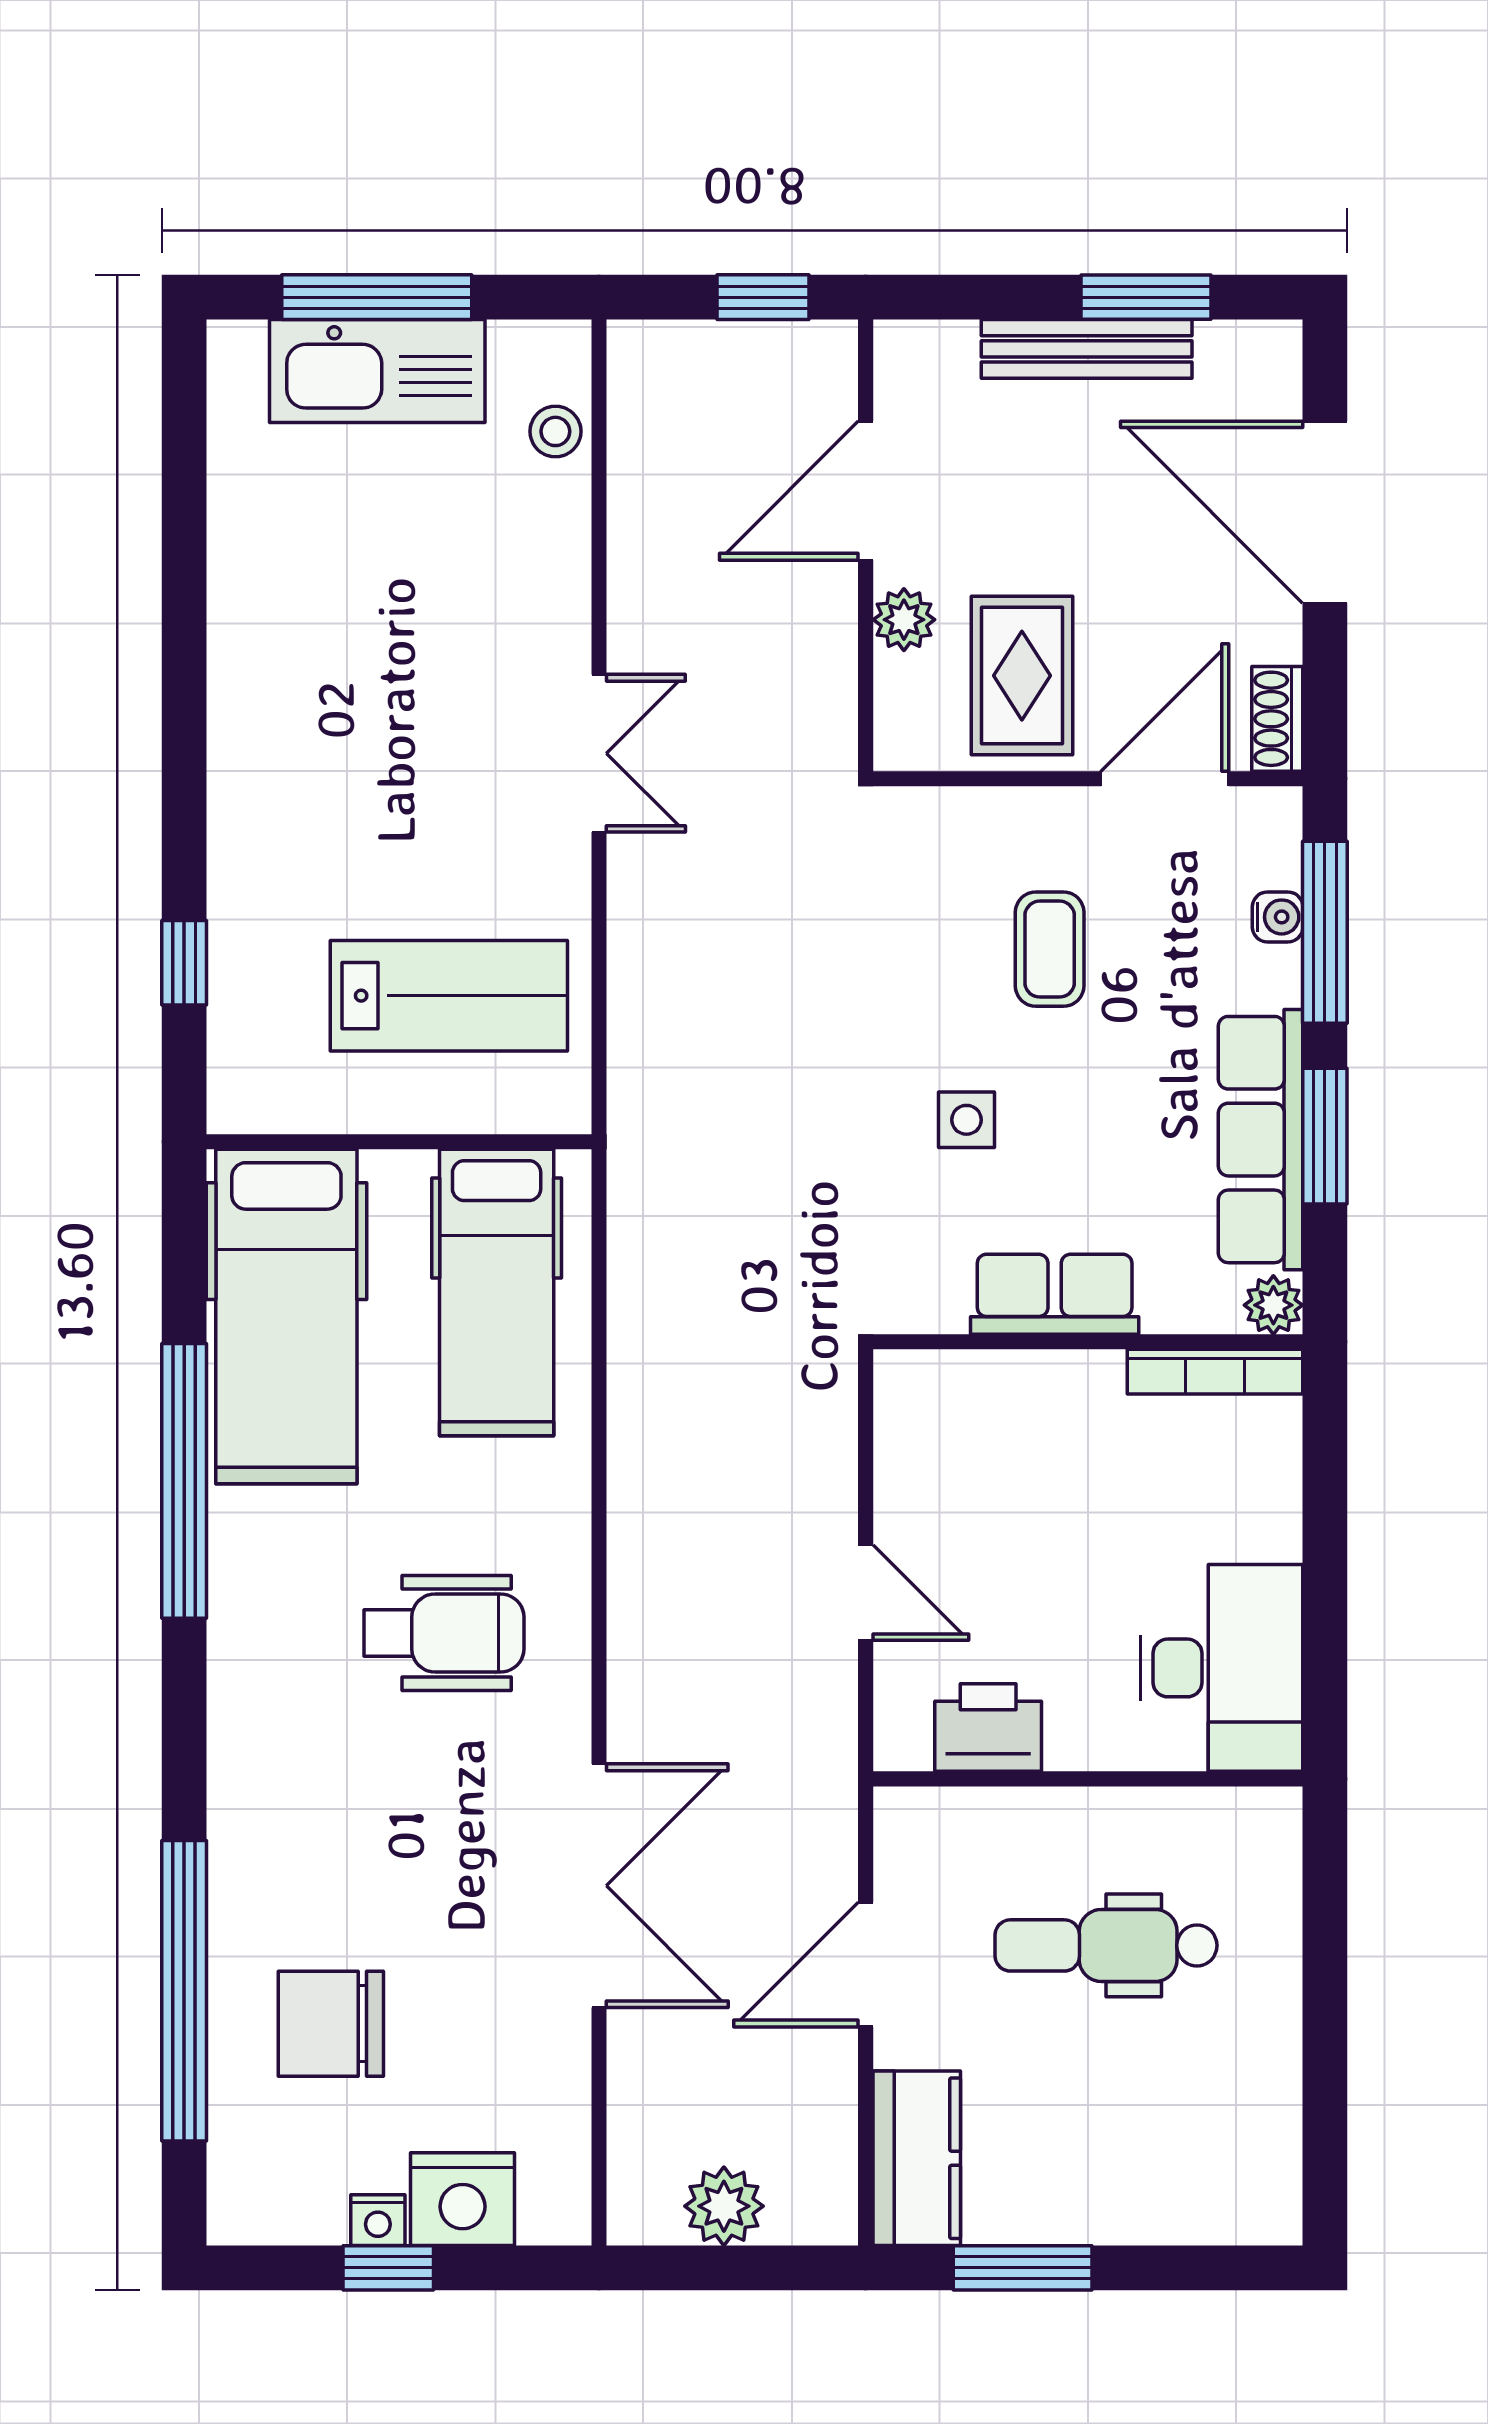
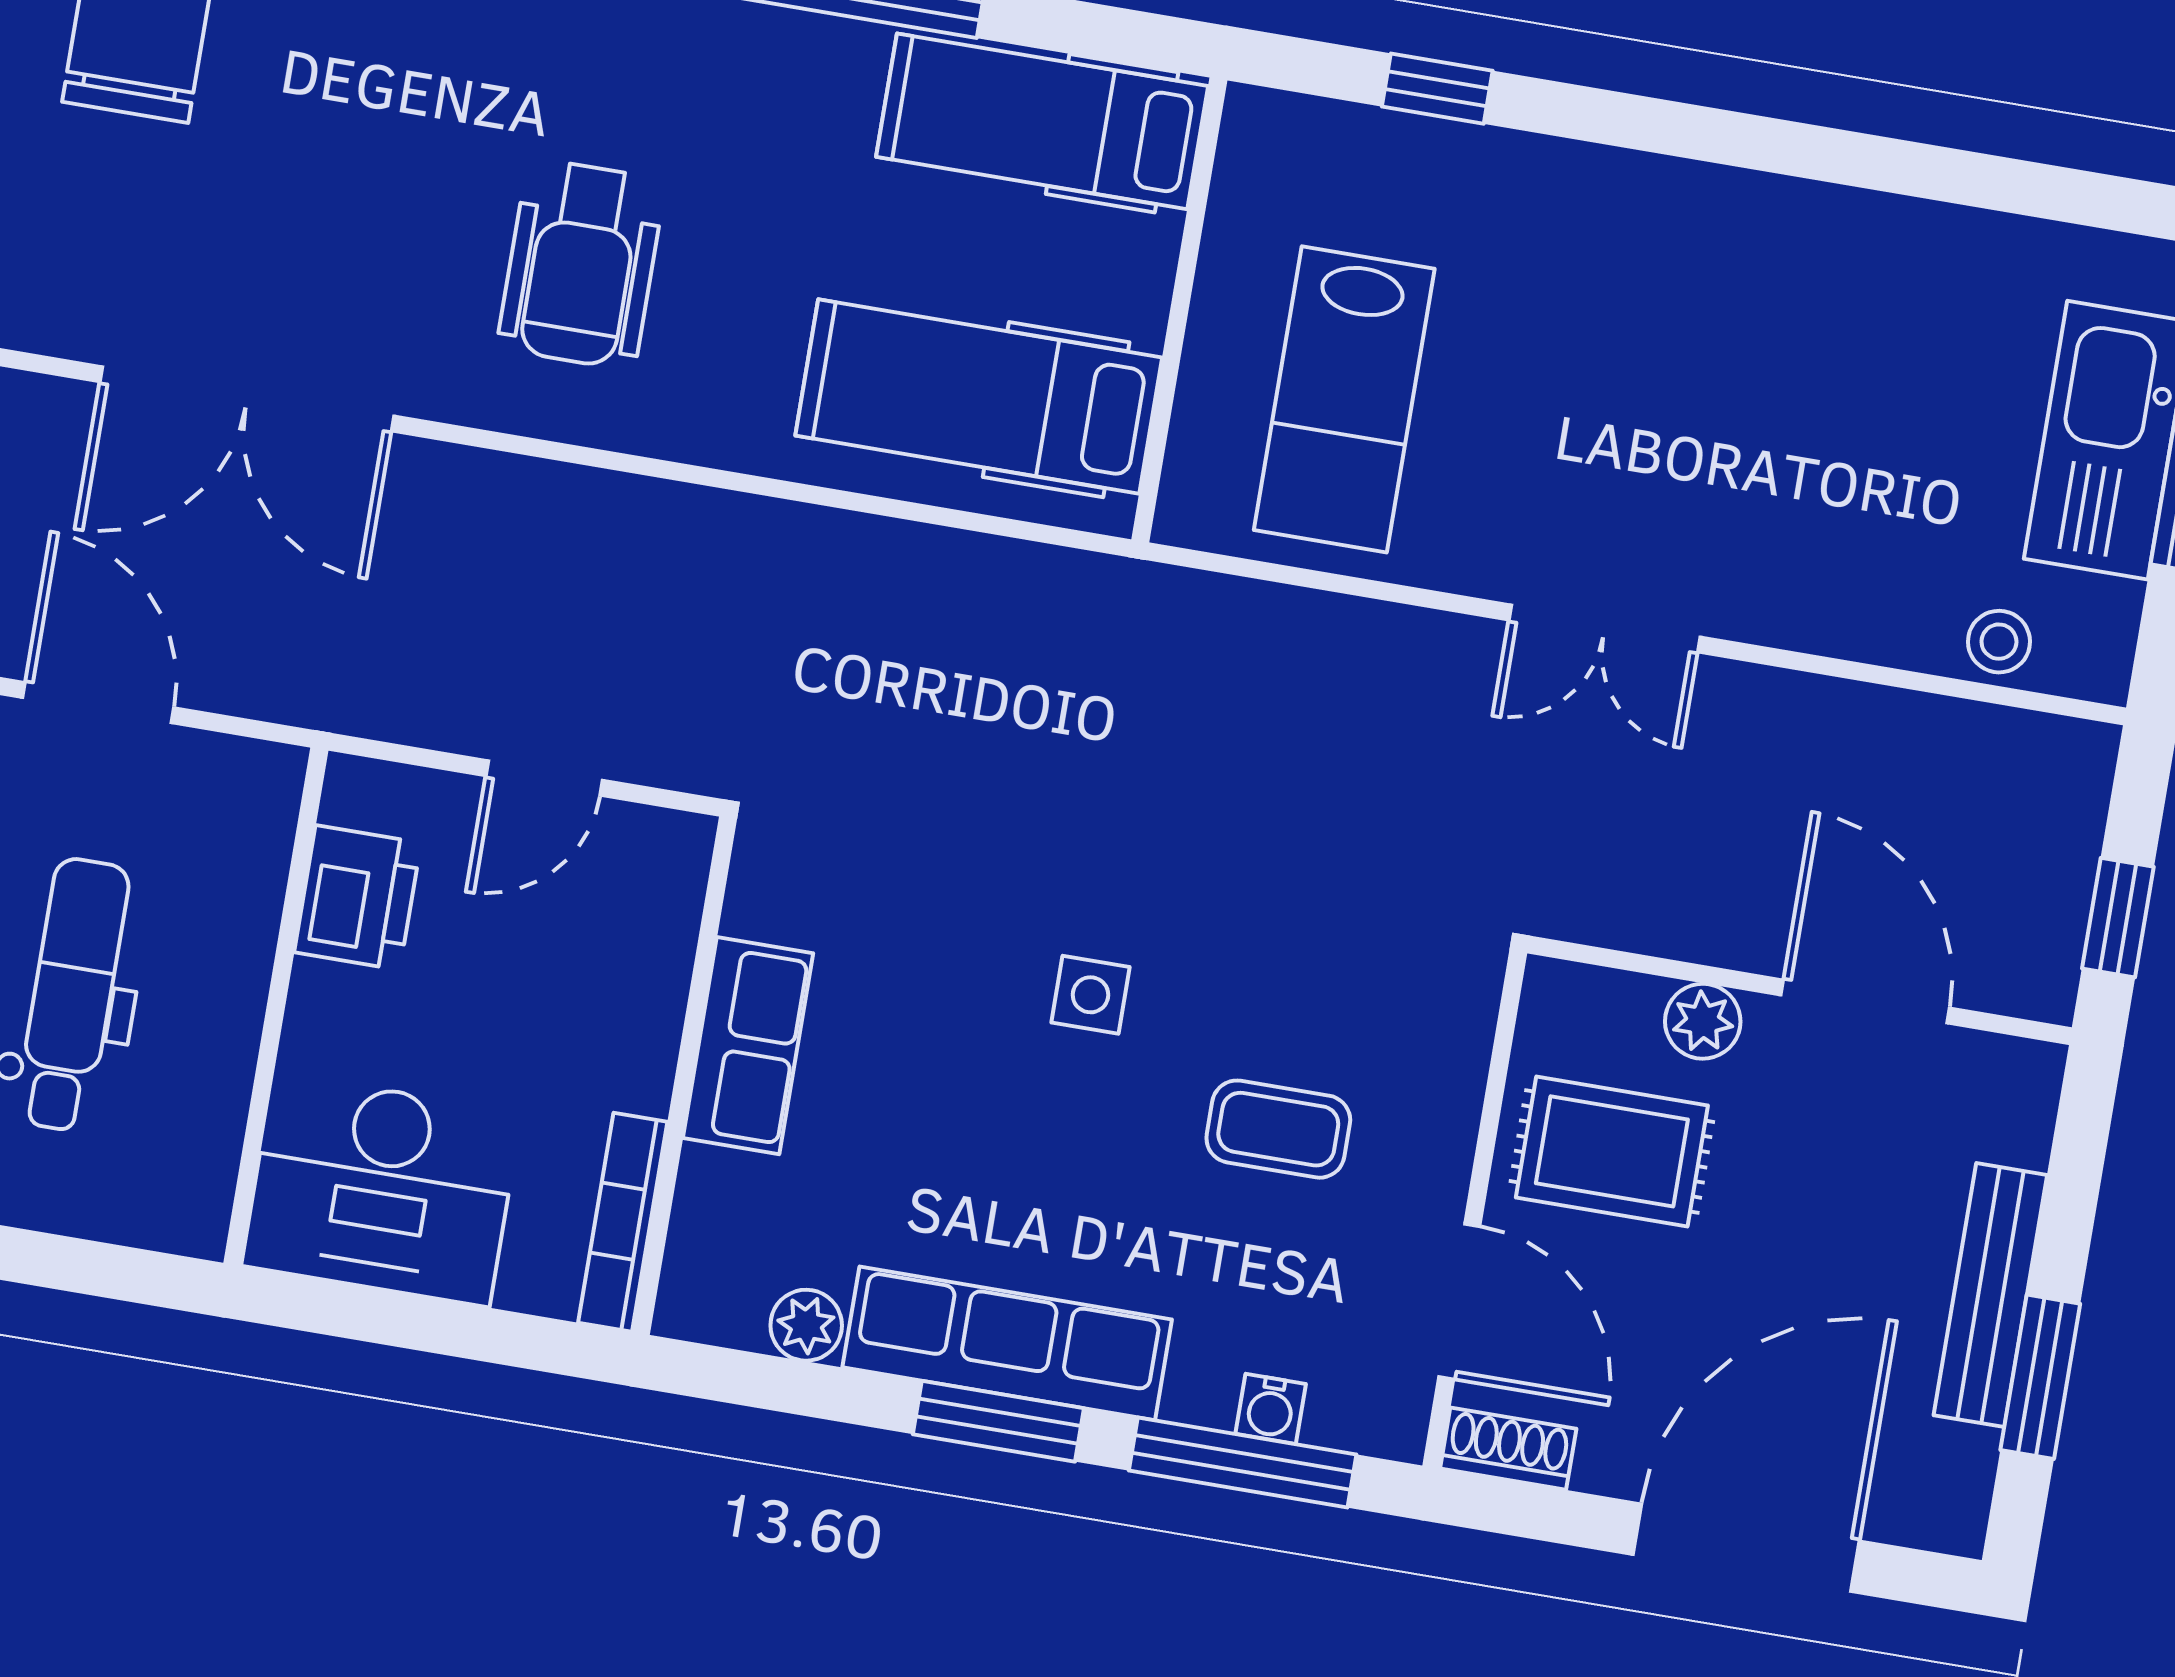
row of seats: (1055, 1294) -> (748, 1046), moved
hospital bed: (286, 1316) -> (1042, 121), width x0.73, depth x0.78
wall: (1088, 1342) -> (684, 1076), moved
bookcase: (1215, 1372) -> (623, 1222), moved

